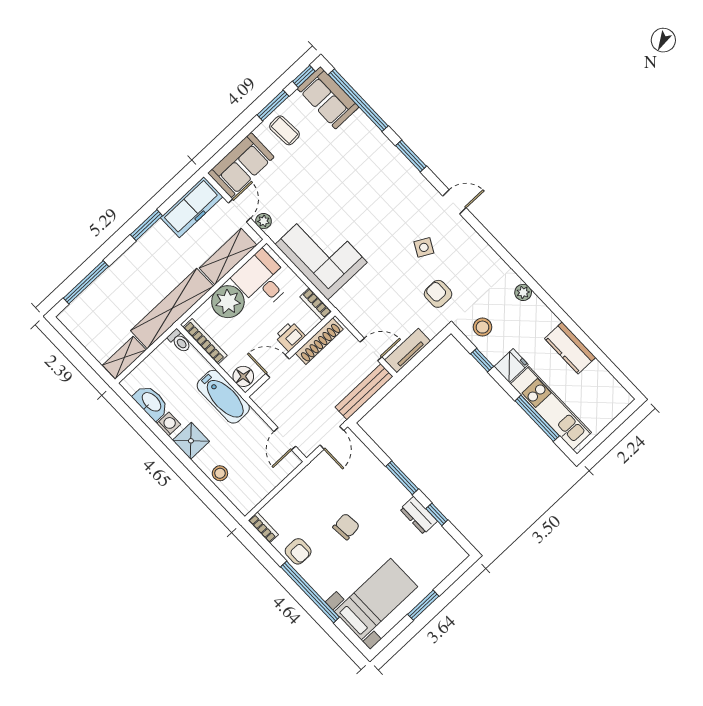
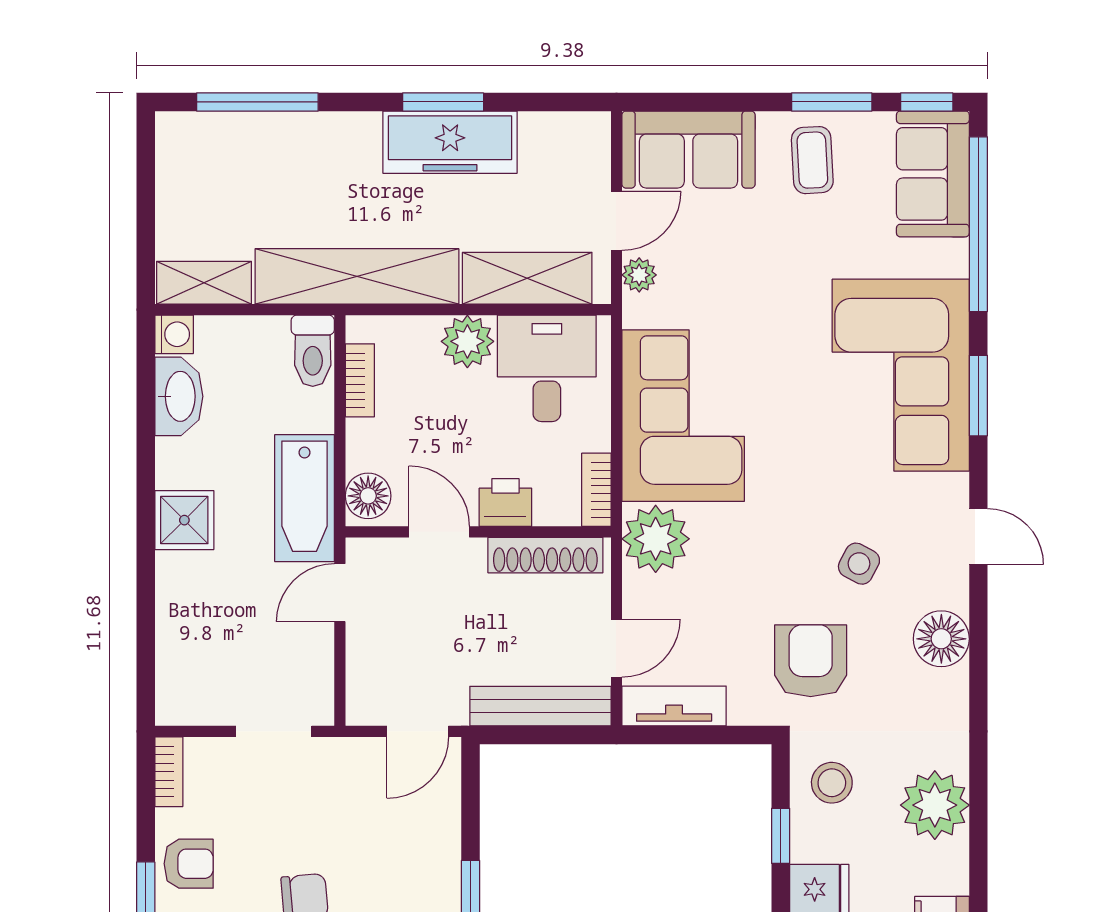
corner sofa: (379, 173) -> (901, 375), added
freezer: (192, 207) -> (450, 142), moved
floor lamp: (474, 246) -> (941, 639), added
plant: (523, 292) -> (935, 805), width x1.87, depth x1.87
armchair: (438, 294) -> (811, 661), width x1.38, depth x1.38
plant: (228, 302) -> (467, 341), width x0.73, depth x0.73
plant: (350, 302) -> (656, 539), added
toilet: (179, 341) -> (313, 351), width x1.37, depth x1.39
bookcase: (205, 341) -> (360, 380), width x0.64
door: (371, 350) -> (616, 648), hinge flipped
washing machine: (169, 424) -> (174, 334), moved
door: (285, 439) -> (340, 593), moved
stool: (220, 473) -> (182, 617), removed
doorway: (285, 482) -> (274, 731), added
armchair: (298, 551) -> (189, 864), turned -90

